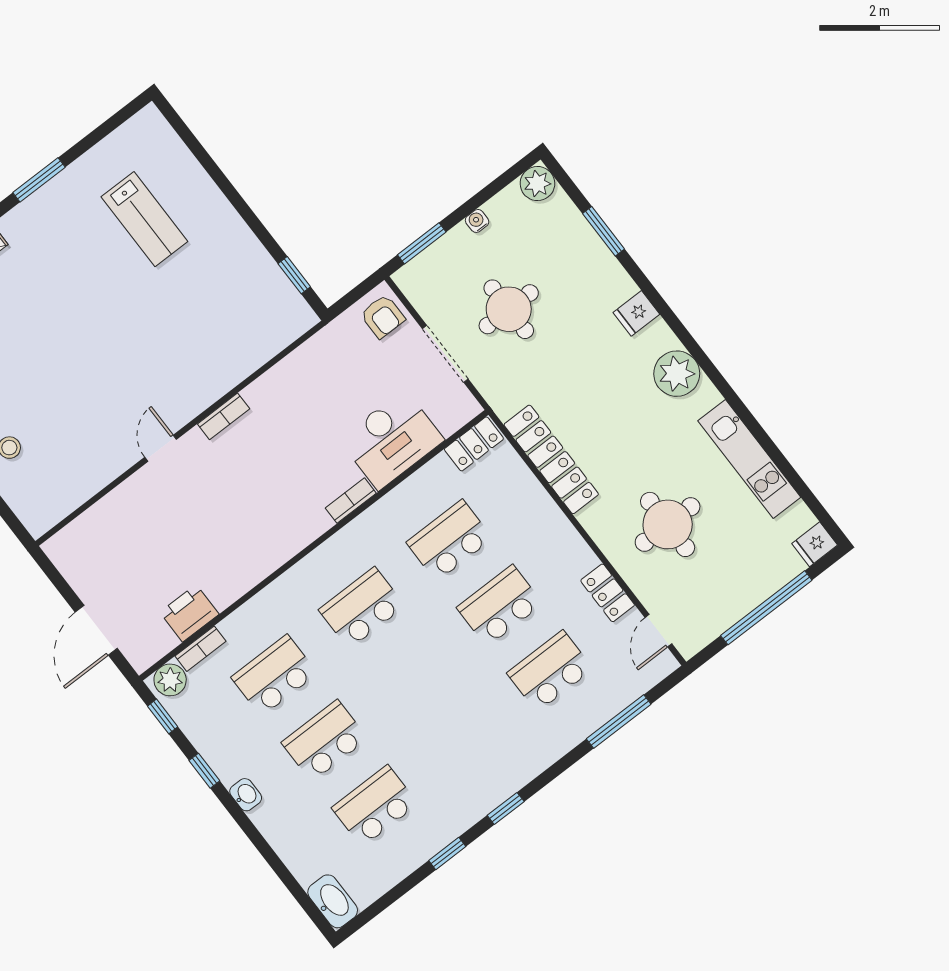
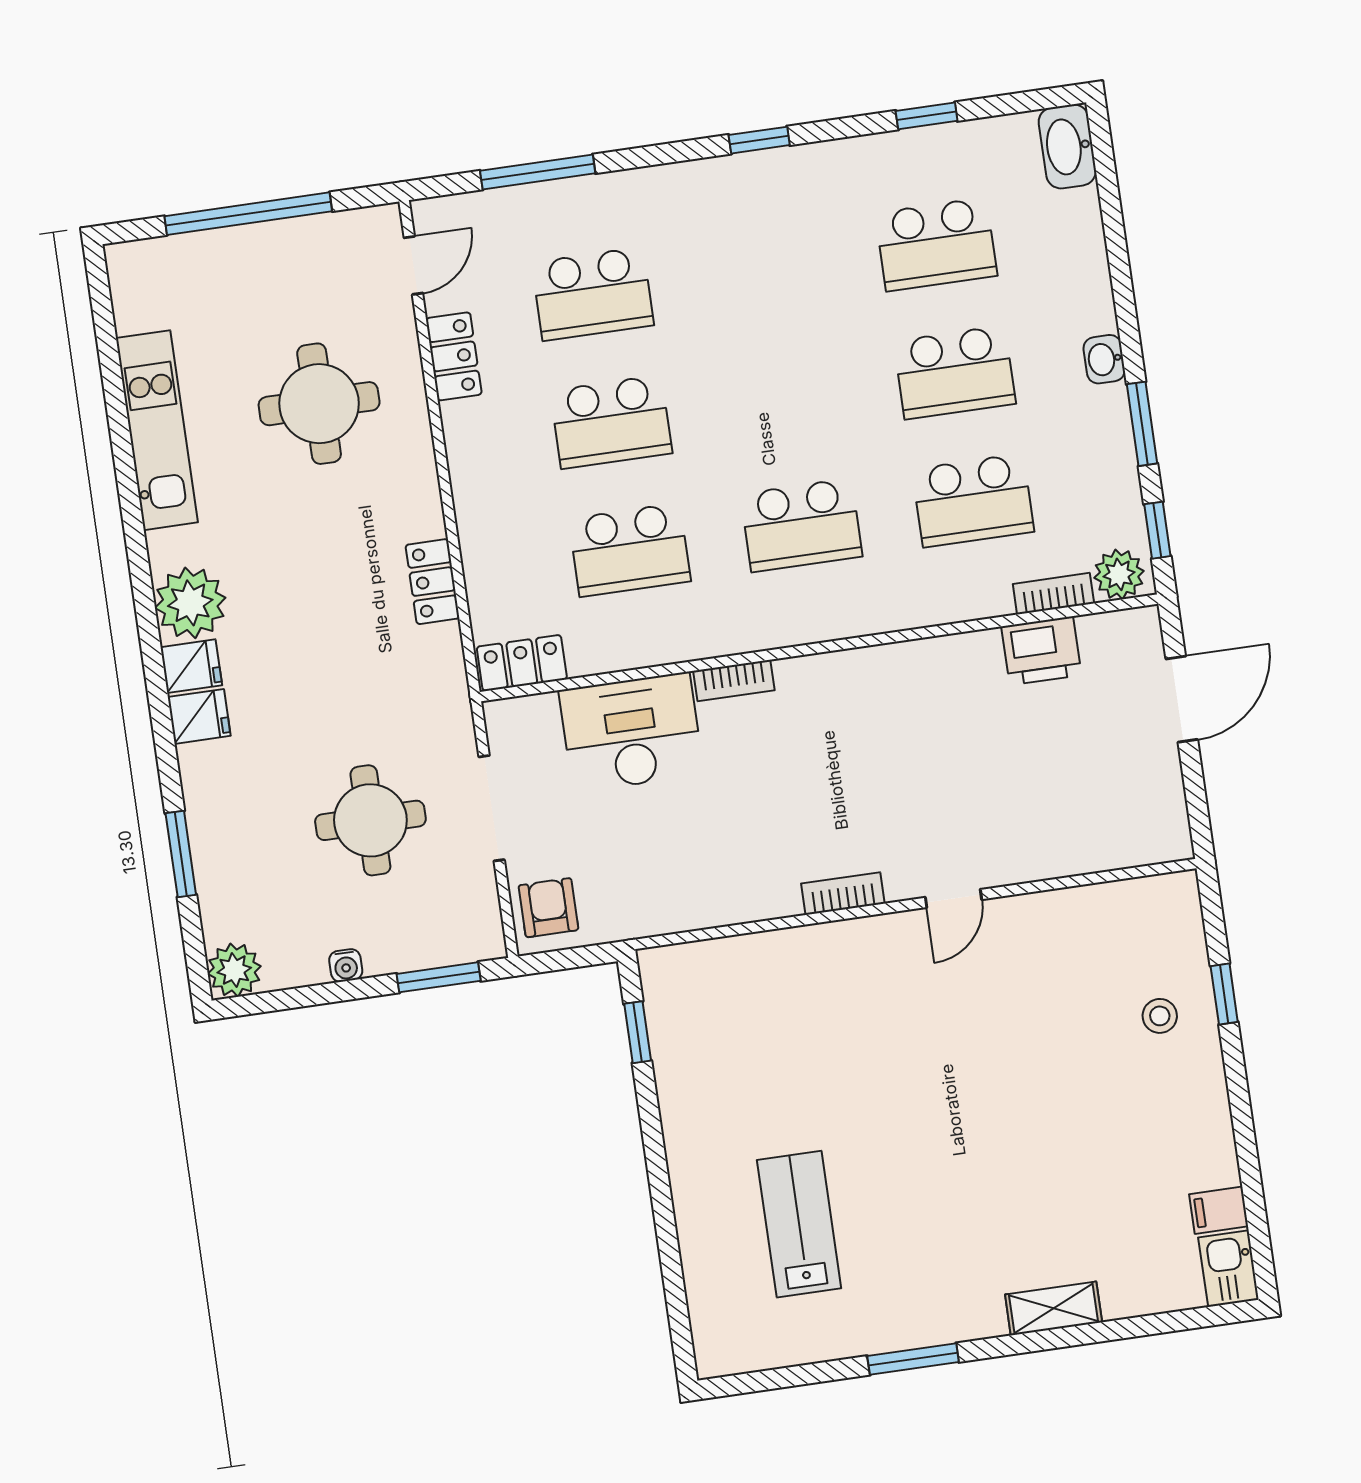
locker: (551, 459) -> (432, 582), width x0.46, depth x0.83
fridge: (815, 544) -> (191, 666), moved
window: (204, 771) -> (1142, 424), width x1.50
window: (447, 853) -> (927, 116), moved

